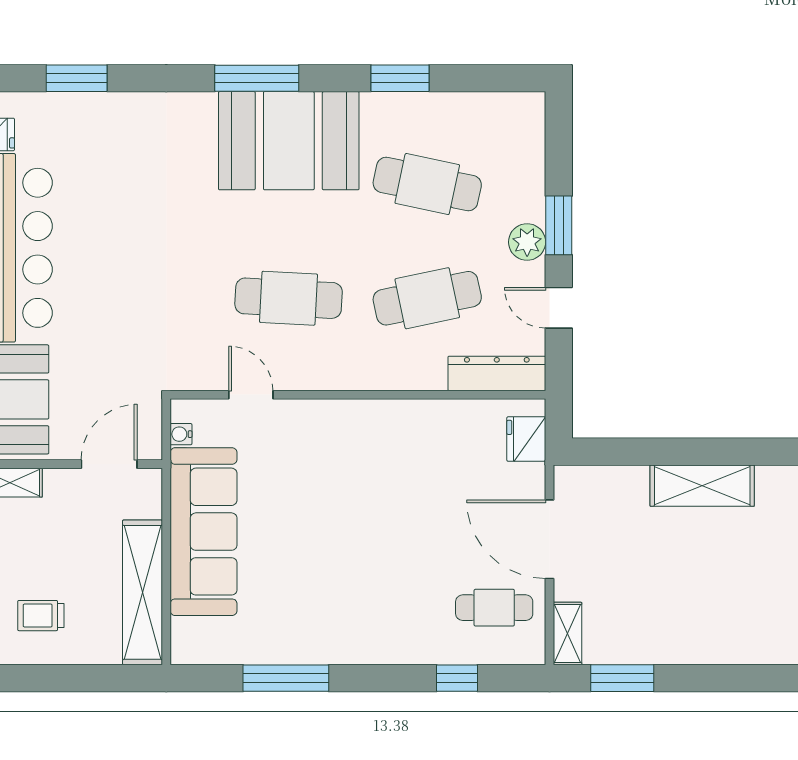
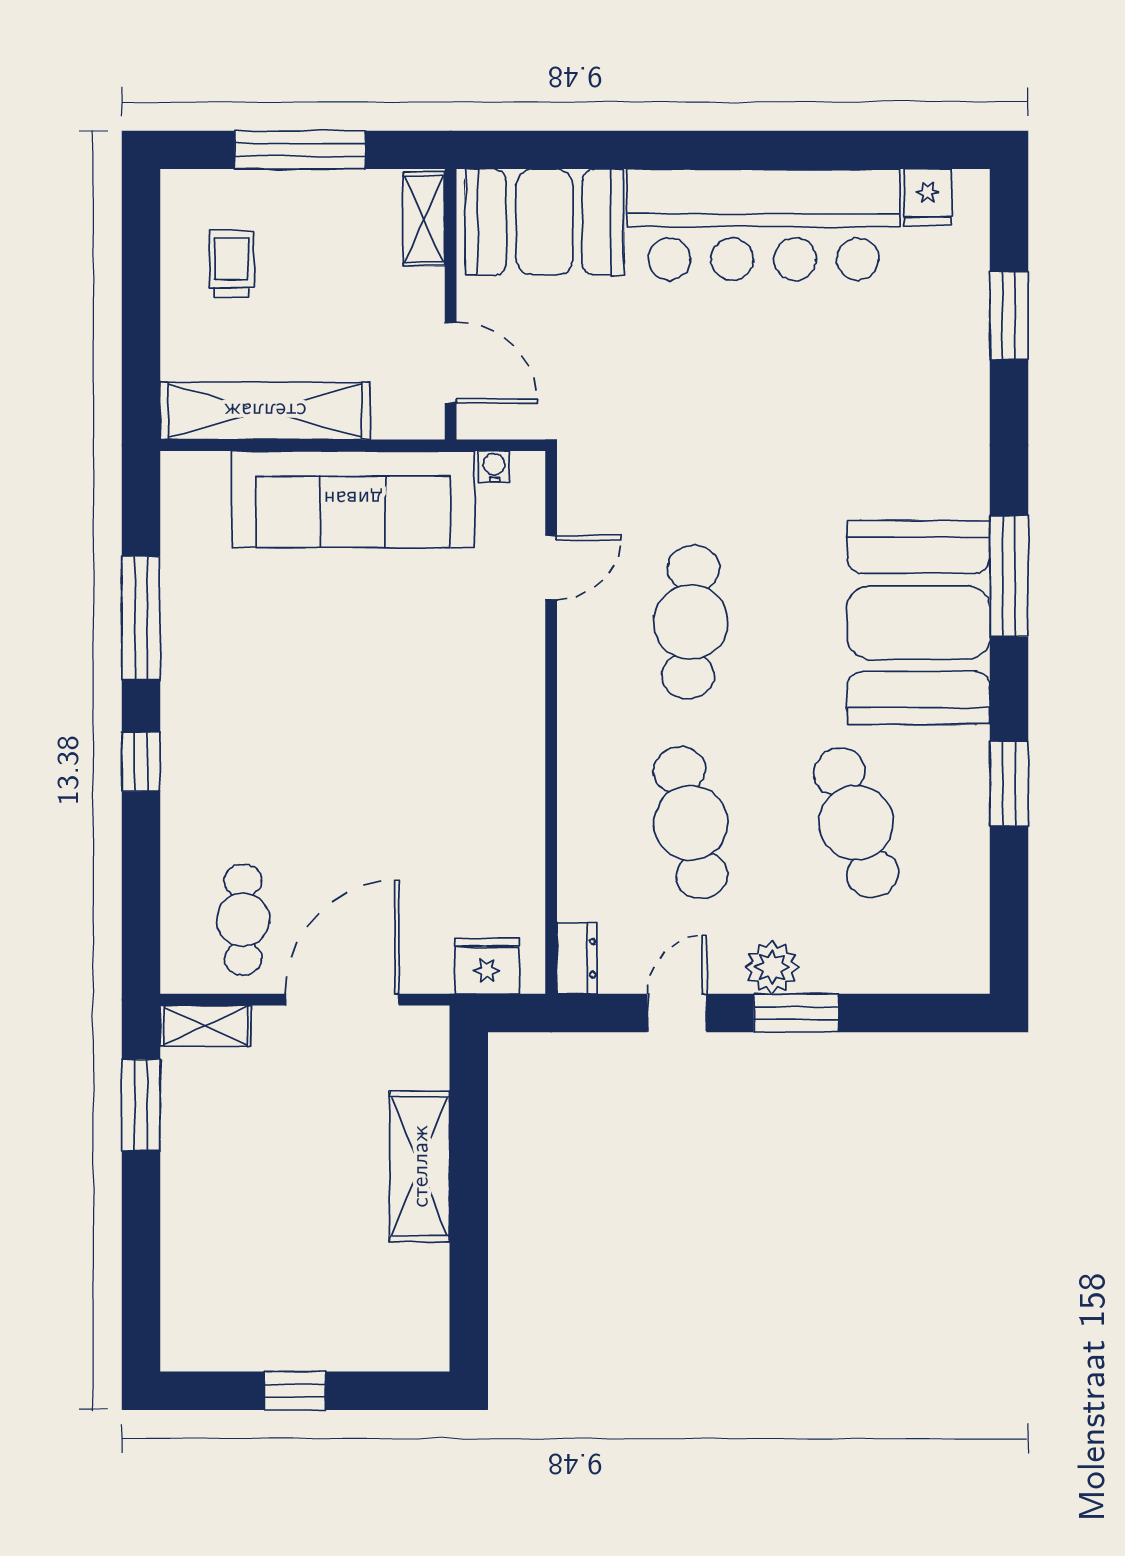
cafe table: (427, 184) -> (856, 823), turned -30
dresser: (497, 373) -> (577, 958), width x0.51, depth x0.80
shelving: (702, 486) -> (420, 1166), moved
window: (457, 678) -> (141, 762), moved

